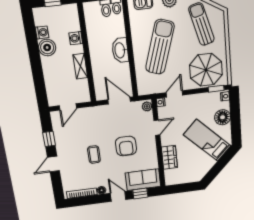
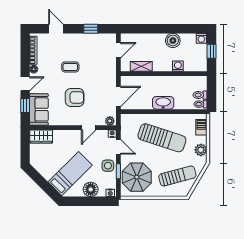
washing machine: (42, 32) -> (201, 38), moved
shelving: (80, 66) -> (141, 66), moved
window: (216, 89) -> (118, 171), moved
side table: (196, 102) -> (108, 166), added
door: (68, 107) -> (118, 50), swing flipped
door: (157, 128) -> (89, 128), hinge flipped
armchair: (126, 146) -> (75, 97), turned 180
wardrobe: (169, 157) -> (41, 137), moved
door: (53, 164) -> (56, 29), moved

